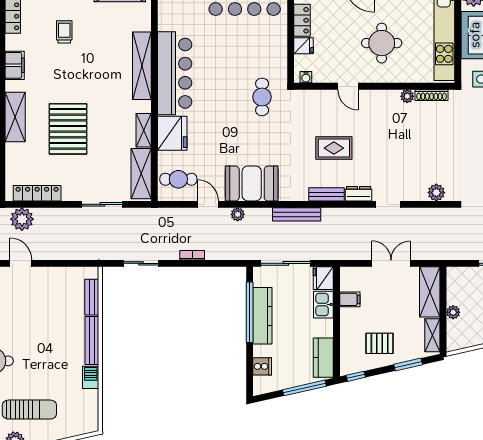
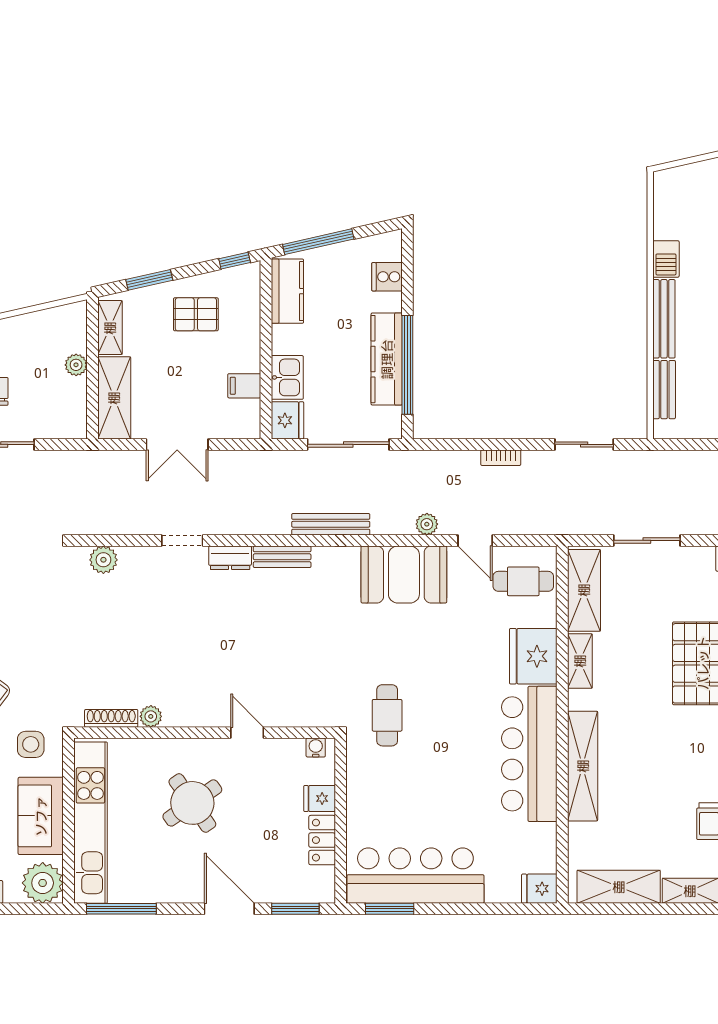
round table: (382, 43) -> (192, 803), turned -35
rug: (334, 148) -> (270, 632), removed

